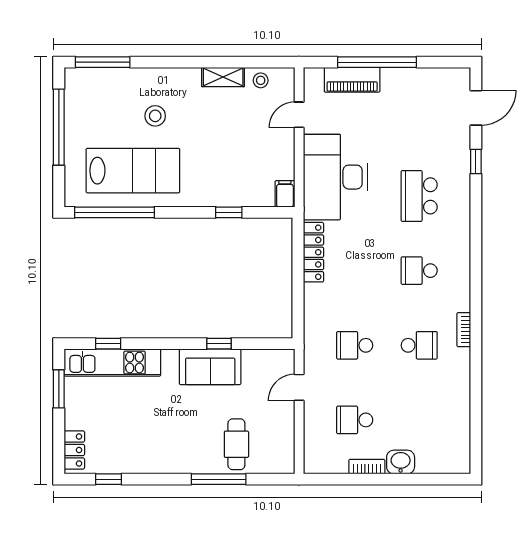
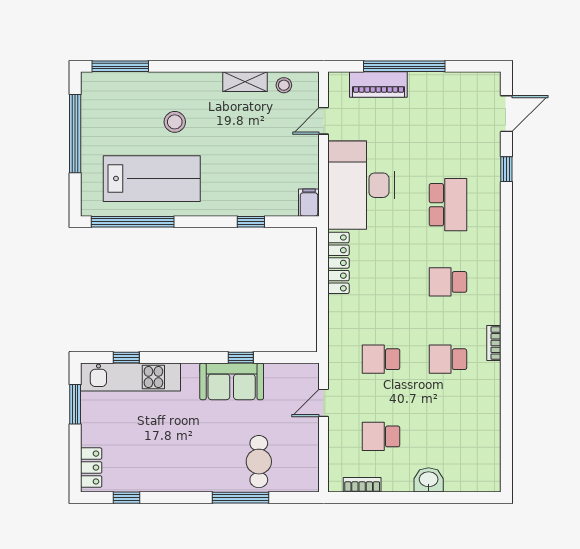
school desk: (419, 196) -> (448, 205), turned 180
school desk: (419, 345) -> (448, 359), turned 180
bookcase: (367, 467) -> (362, 485), moved

